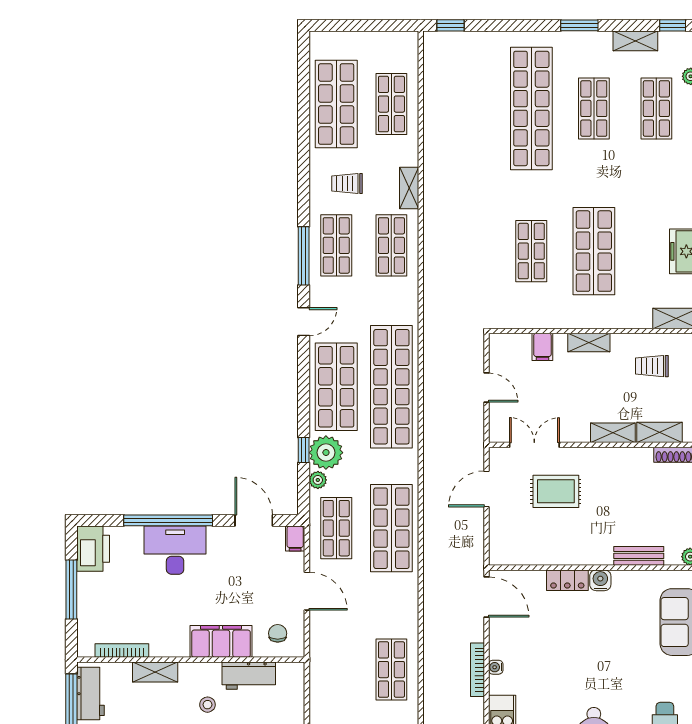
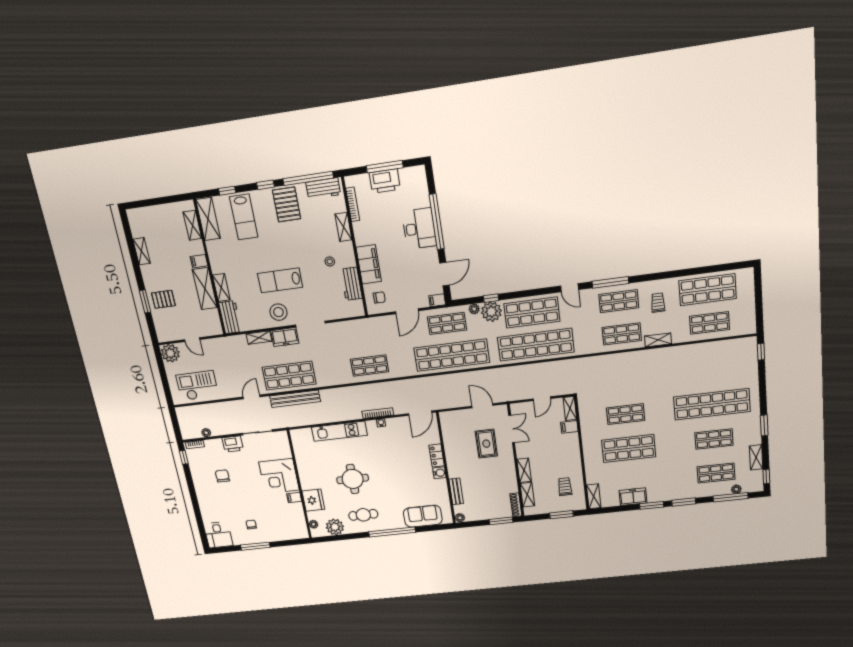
shelving: (589, 343) -> (570, 408), moved
shop shelf: (391, 528) -> (452, 355), width x1.40
printer: (93, 549) -> (385, 181), moved

